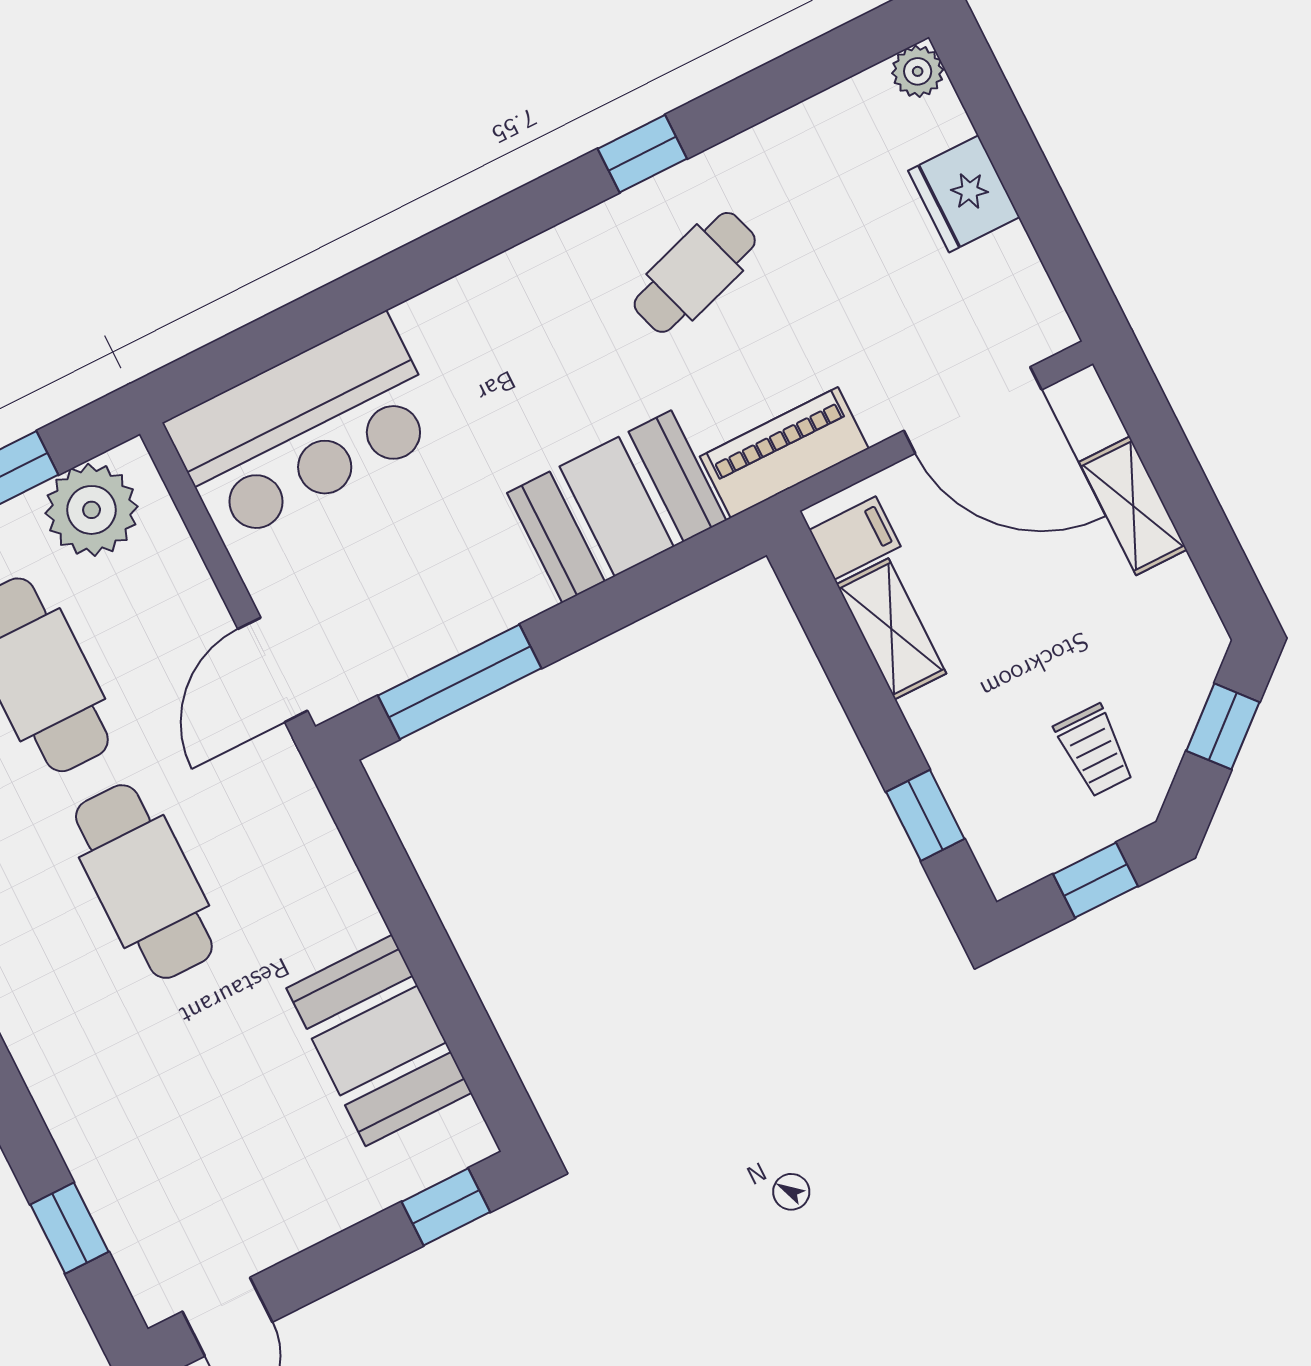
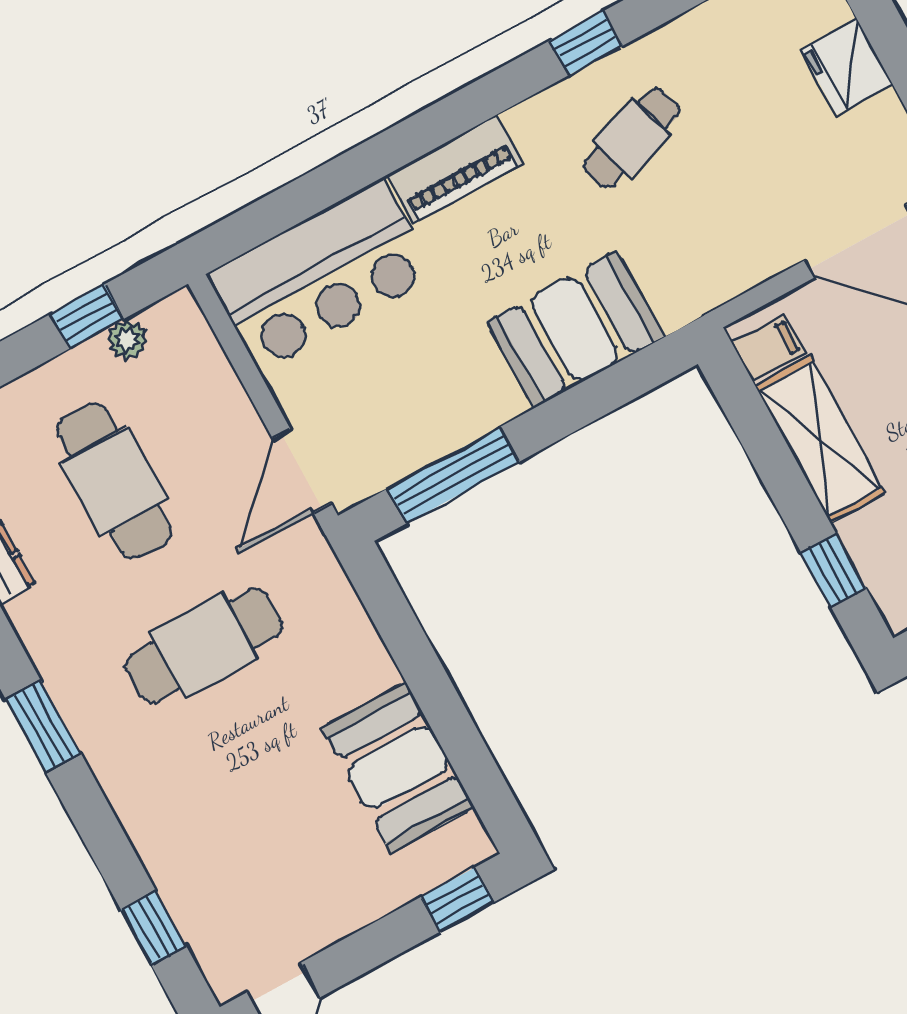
piano: (784, 453) -> (455, 169), moved, turned 180
plant: (92, 510) -> (127, 340), width x0.53, depth x0.53
shelving: (891, 629) -> (820, 439), width x1.50, depth x1.33
cafe table: (144, 882) -> (204, 645), turned 90

